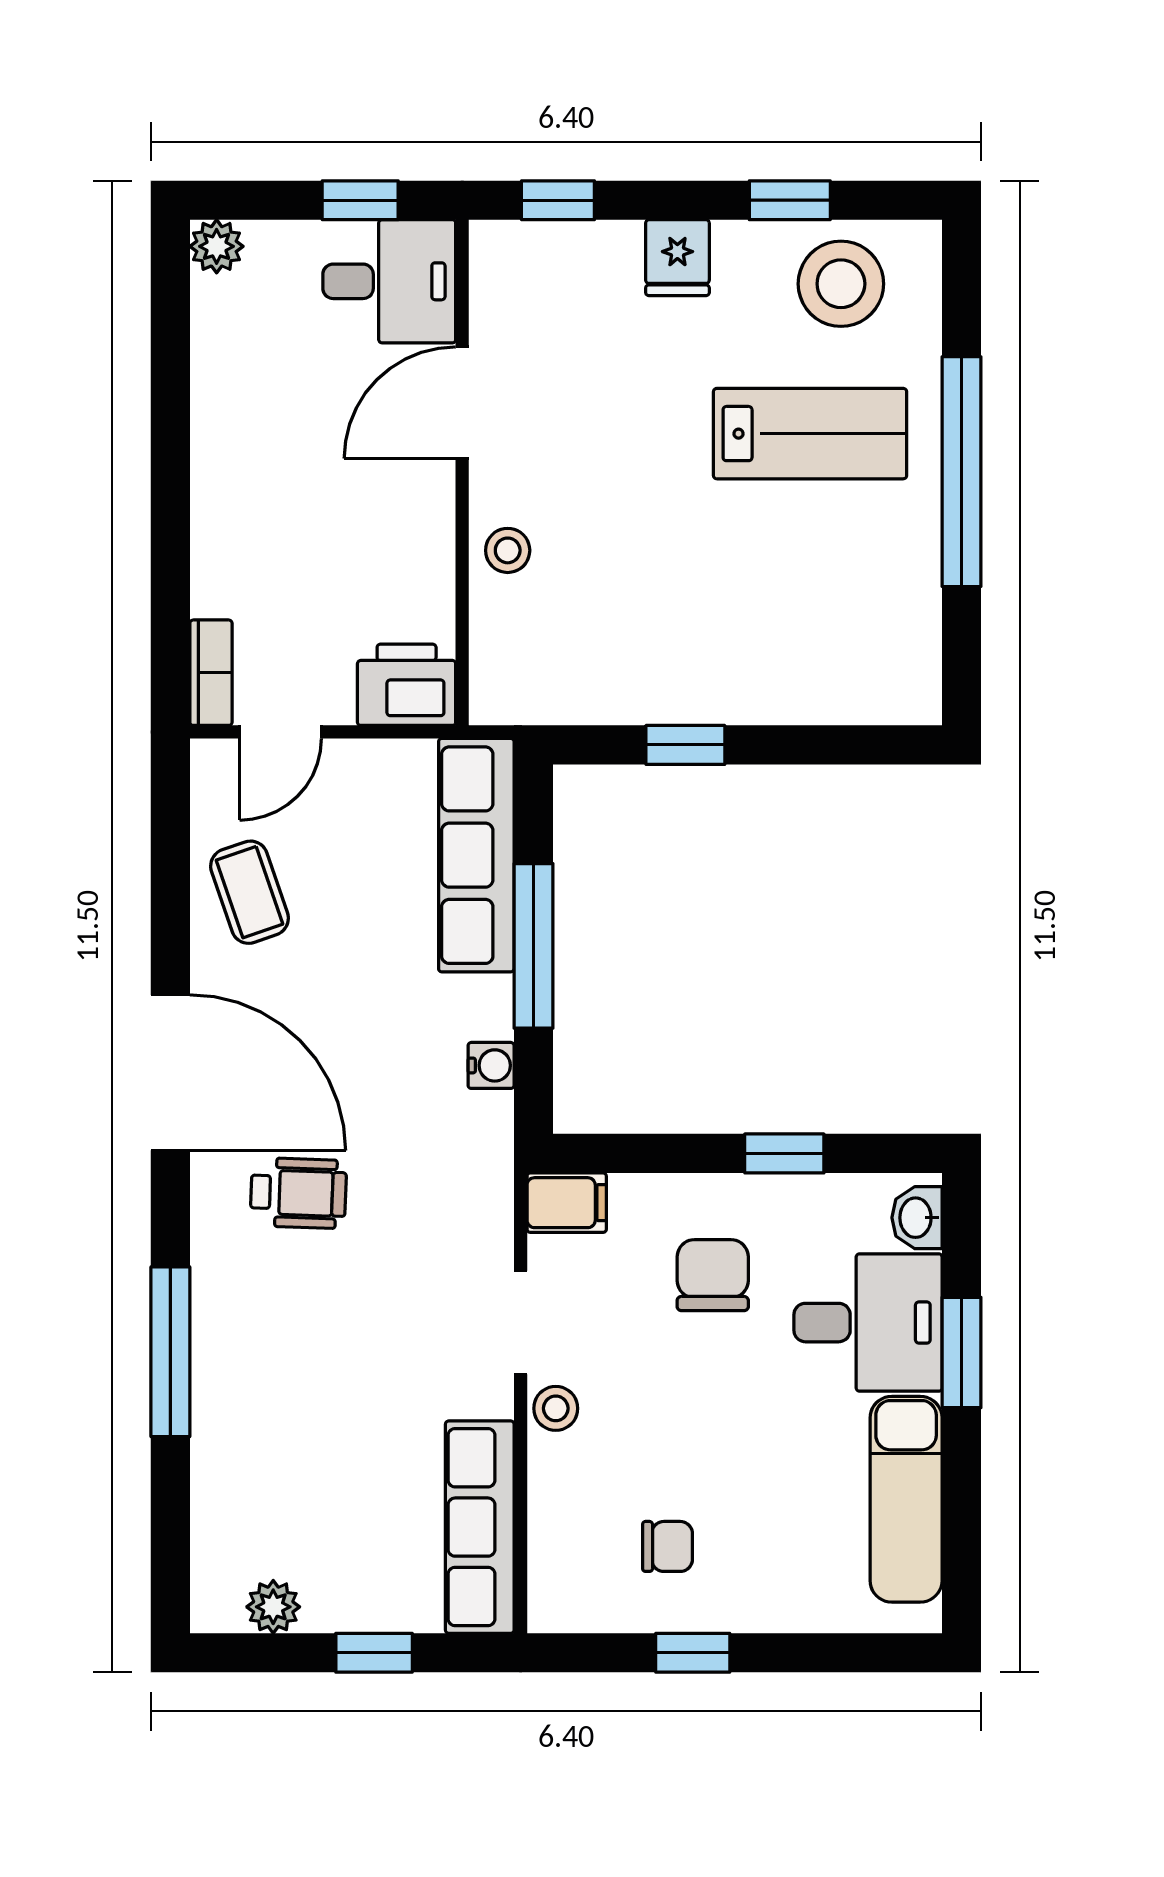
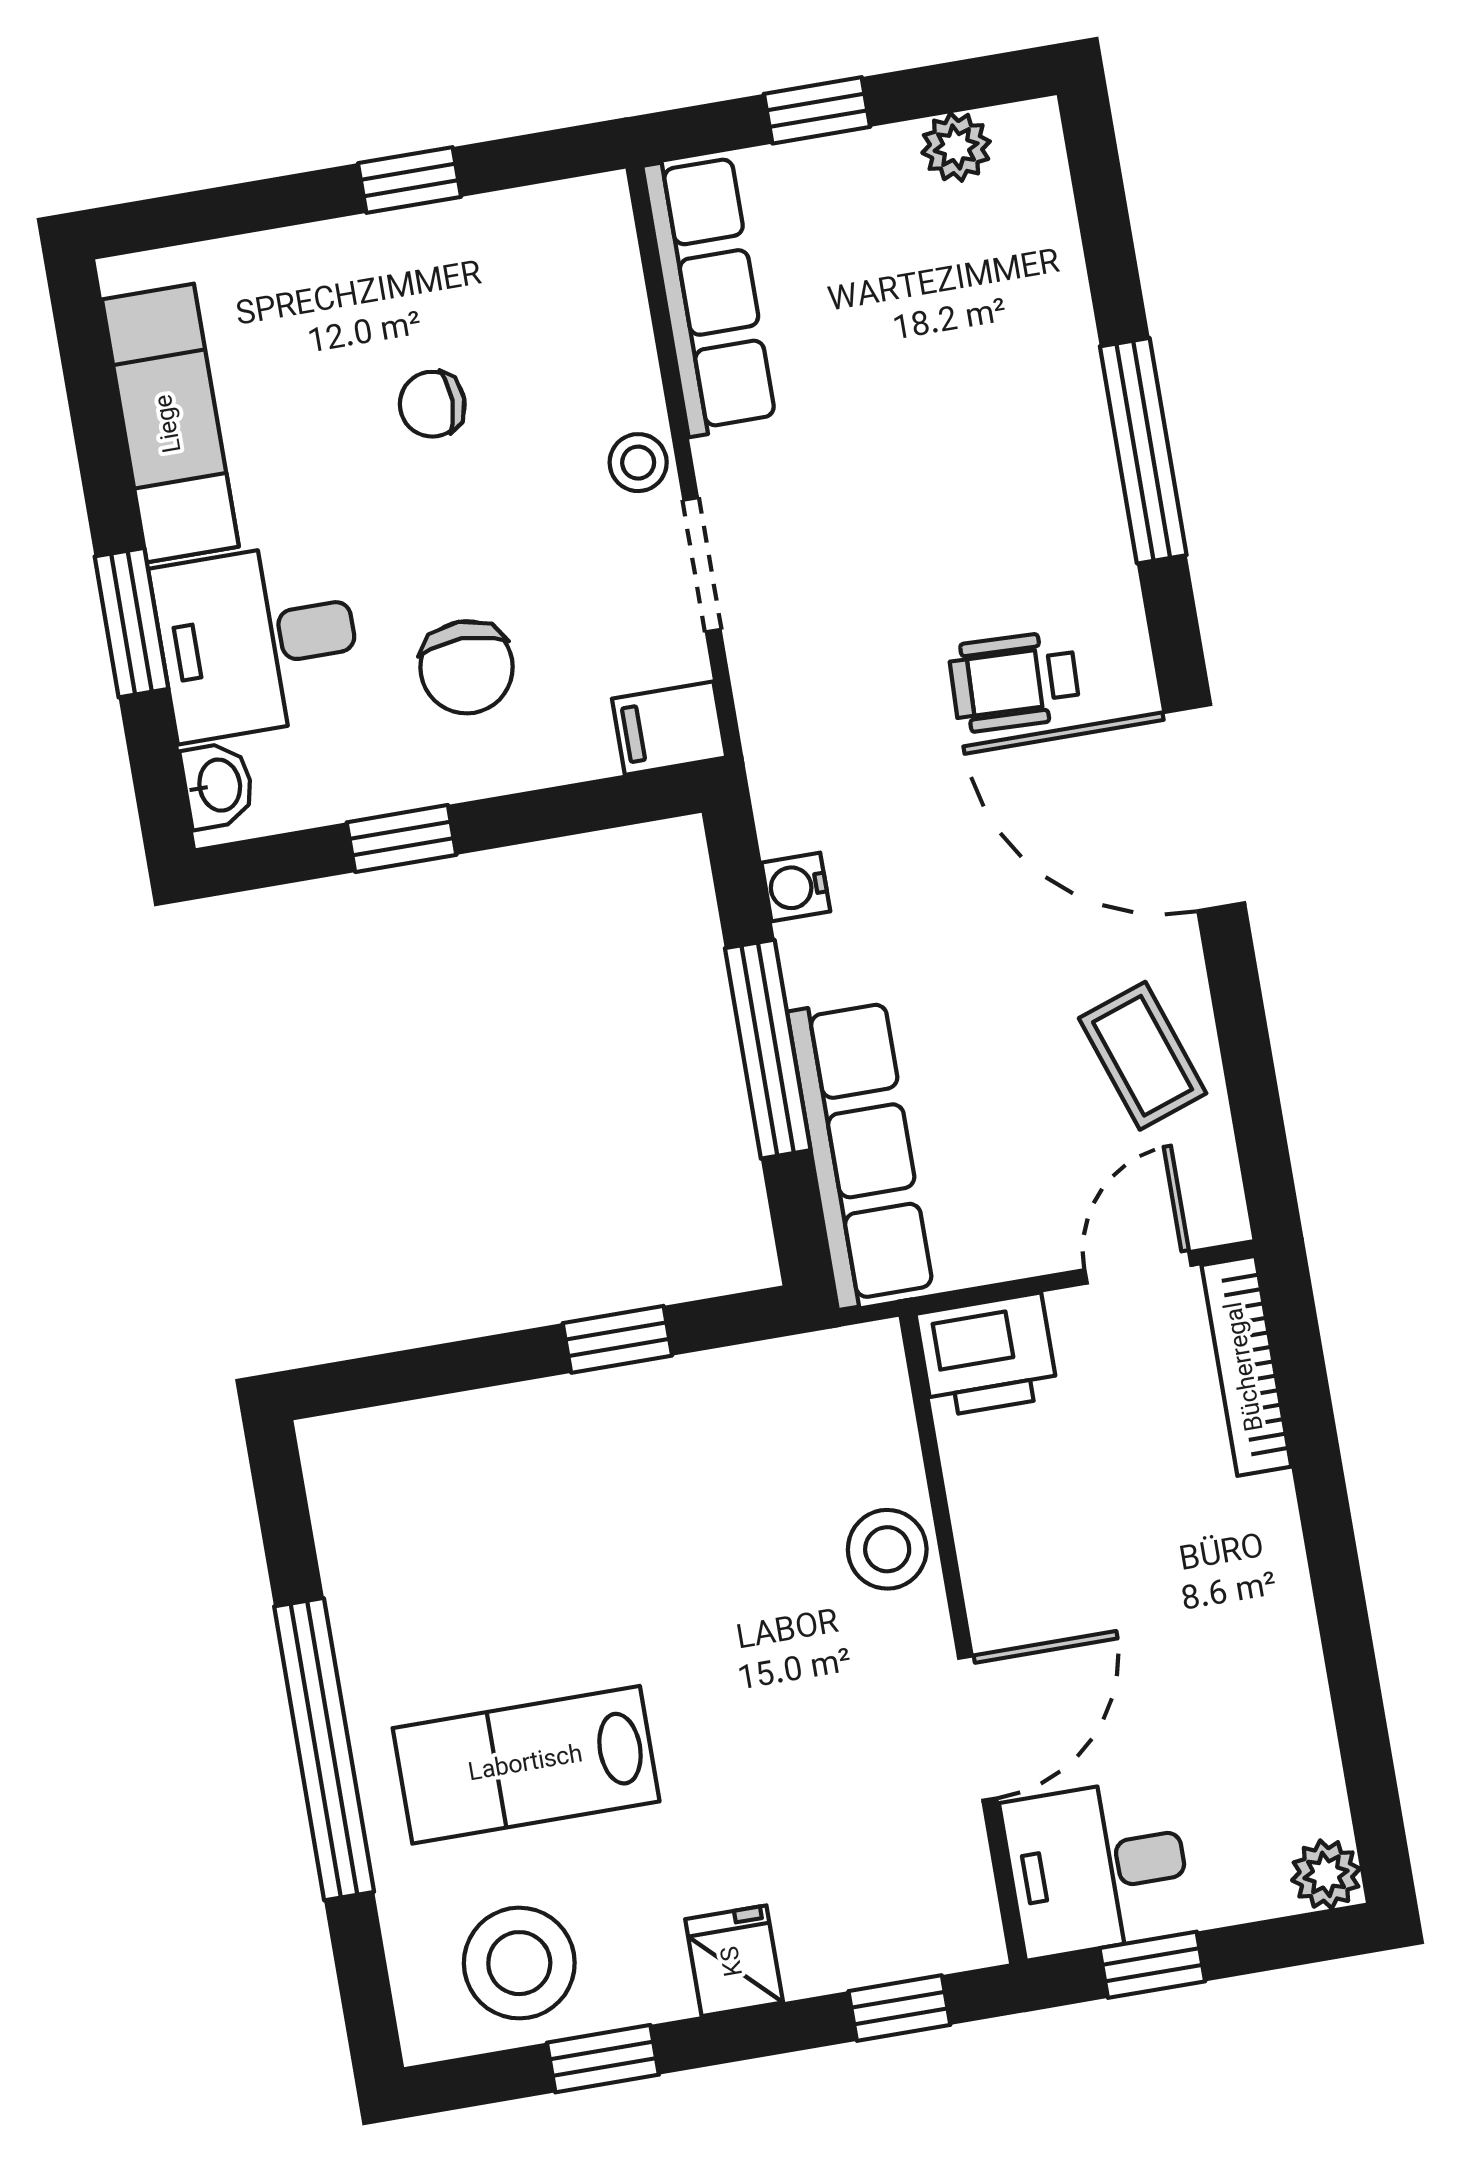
stool: (508, 550) -> (887, 1549), width x1.37, depth x1.37
bookcase: (211, 673) -> (1246, 1366), width x1.56
chair: (668, 1546) -> (432, 404), moved

